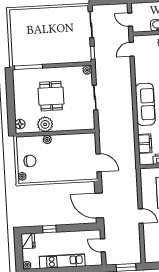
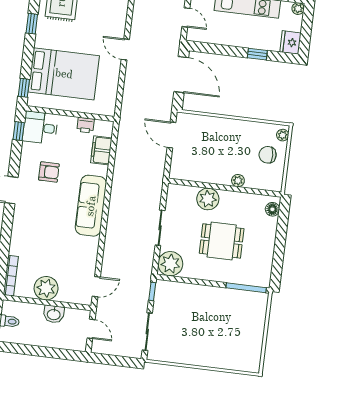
plant: (87, 70) -> (170, 264), width x1.88, depth x1.88
dining table: (51, 96) -> (222, 241), turned 90
plant: (45, 124) -> (208, 199), moved

